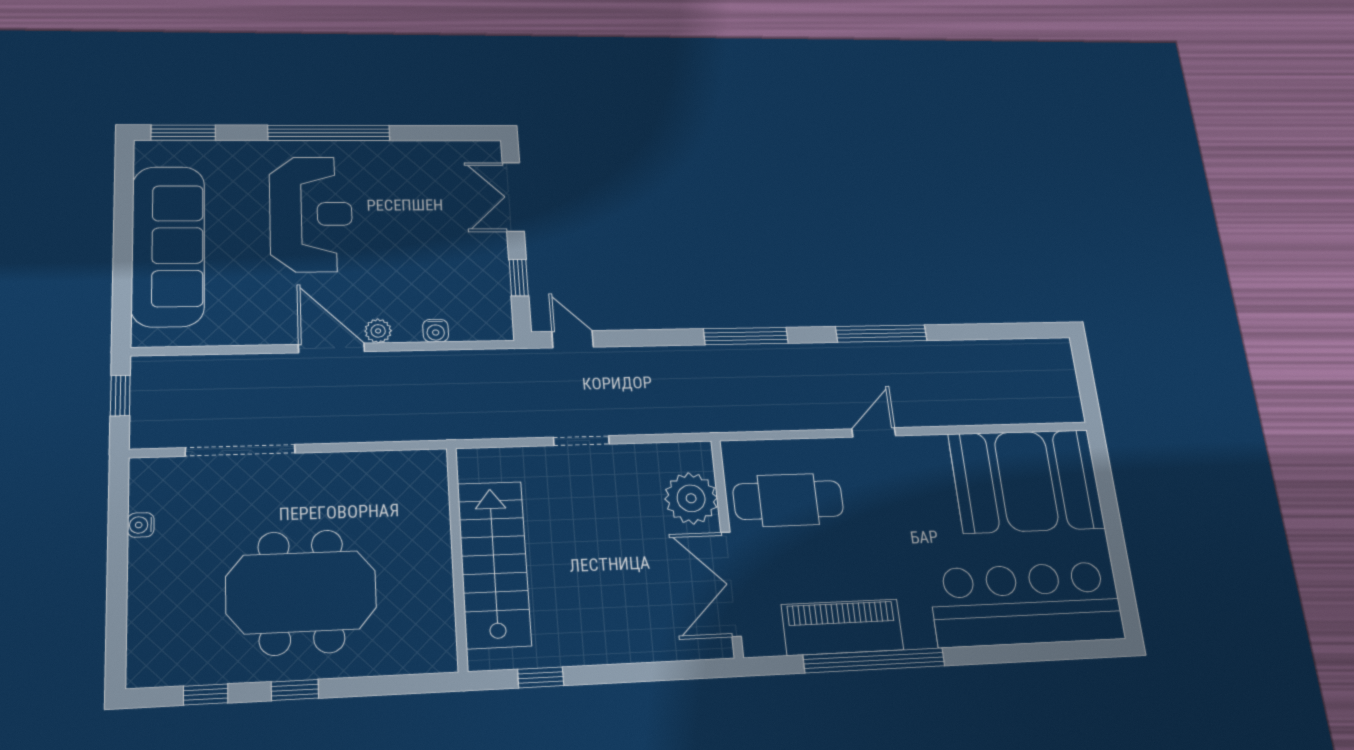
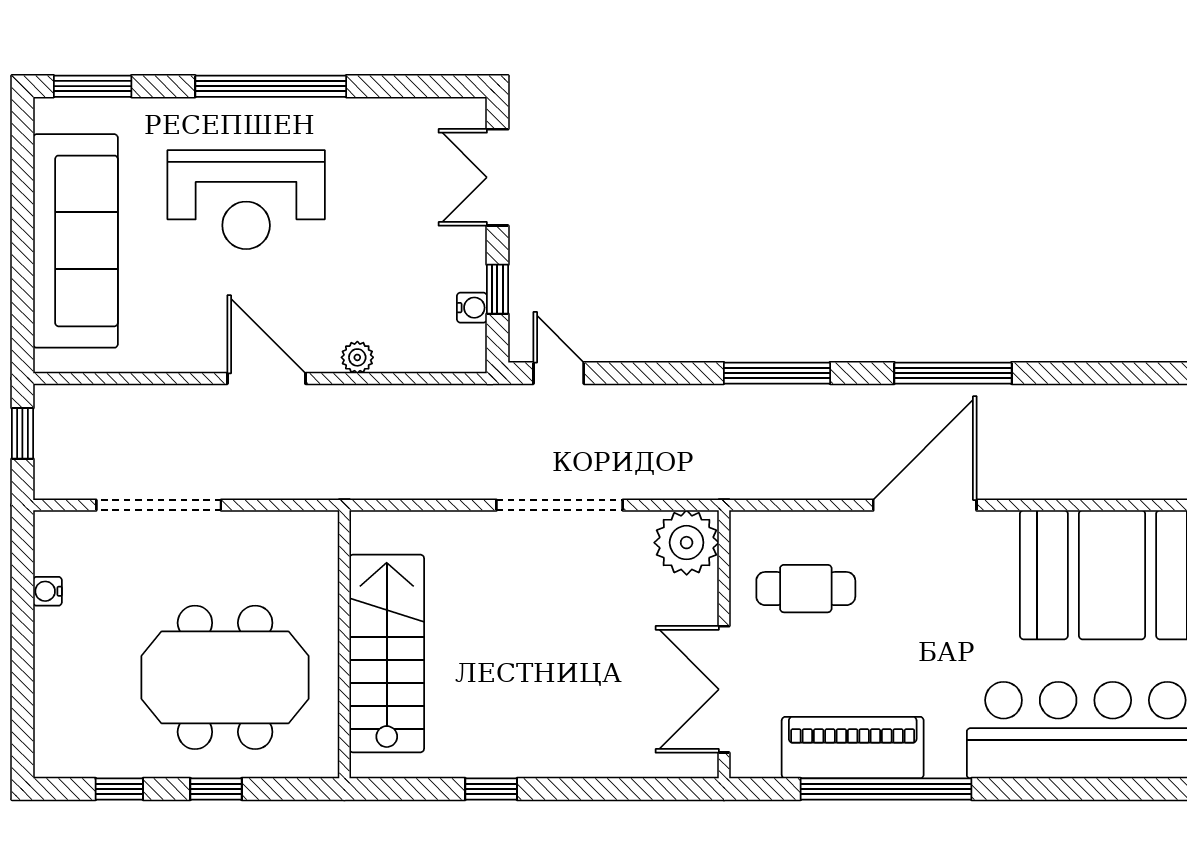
reception desk: (311, 214) -> (246, 200), turned 90
plant: (378, 331) -> (357, 357), moved
water cooler: (436, 331) -> (472, 308), moved, turned -90
door: (874, 432) -> (925, 505), width x1.88
doorway: (581, 441) -> (560, 505), width x1.87
plant: (691, 498) -> (687, 543), moved
cafe table: (788, 500) -> (806, 589), width x0.73, depth x0.74
wall: (457, 558) -> (344, 644), moved
stairs: (494, 564) -> (387, 653), moved

